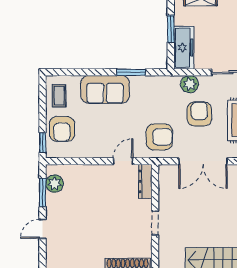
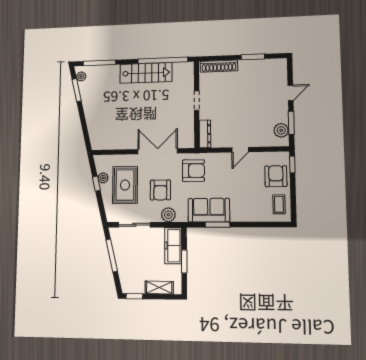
sofa: (105, 89) -> (209, 210), moved
armchair: (159, 137) -> (193, 171), turned 180
door: (123, 161) -> (240, 150), moved

